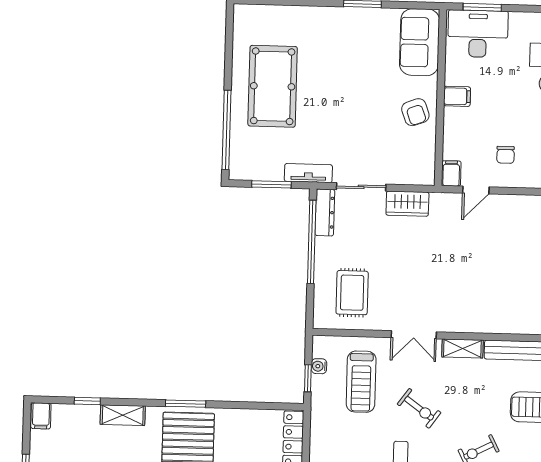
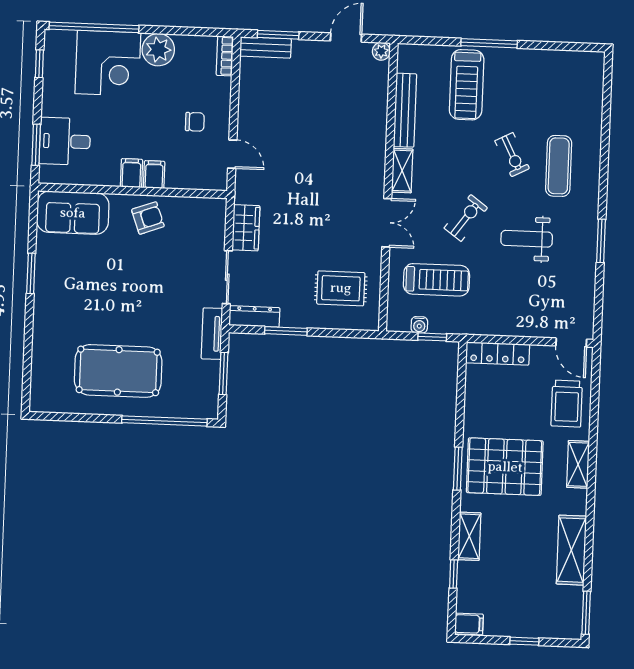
desk: (478, 34) -> (65, 141), width x0.73
filing cabinet: (451, 173) -> (154, 175), moved, turned 90
window: (312, 242) -> (286, 331), width x0.47

